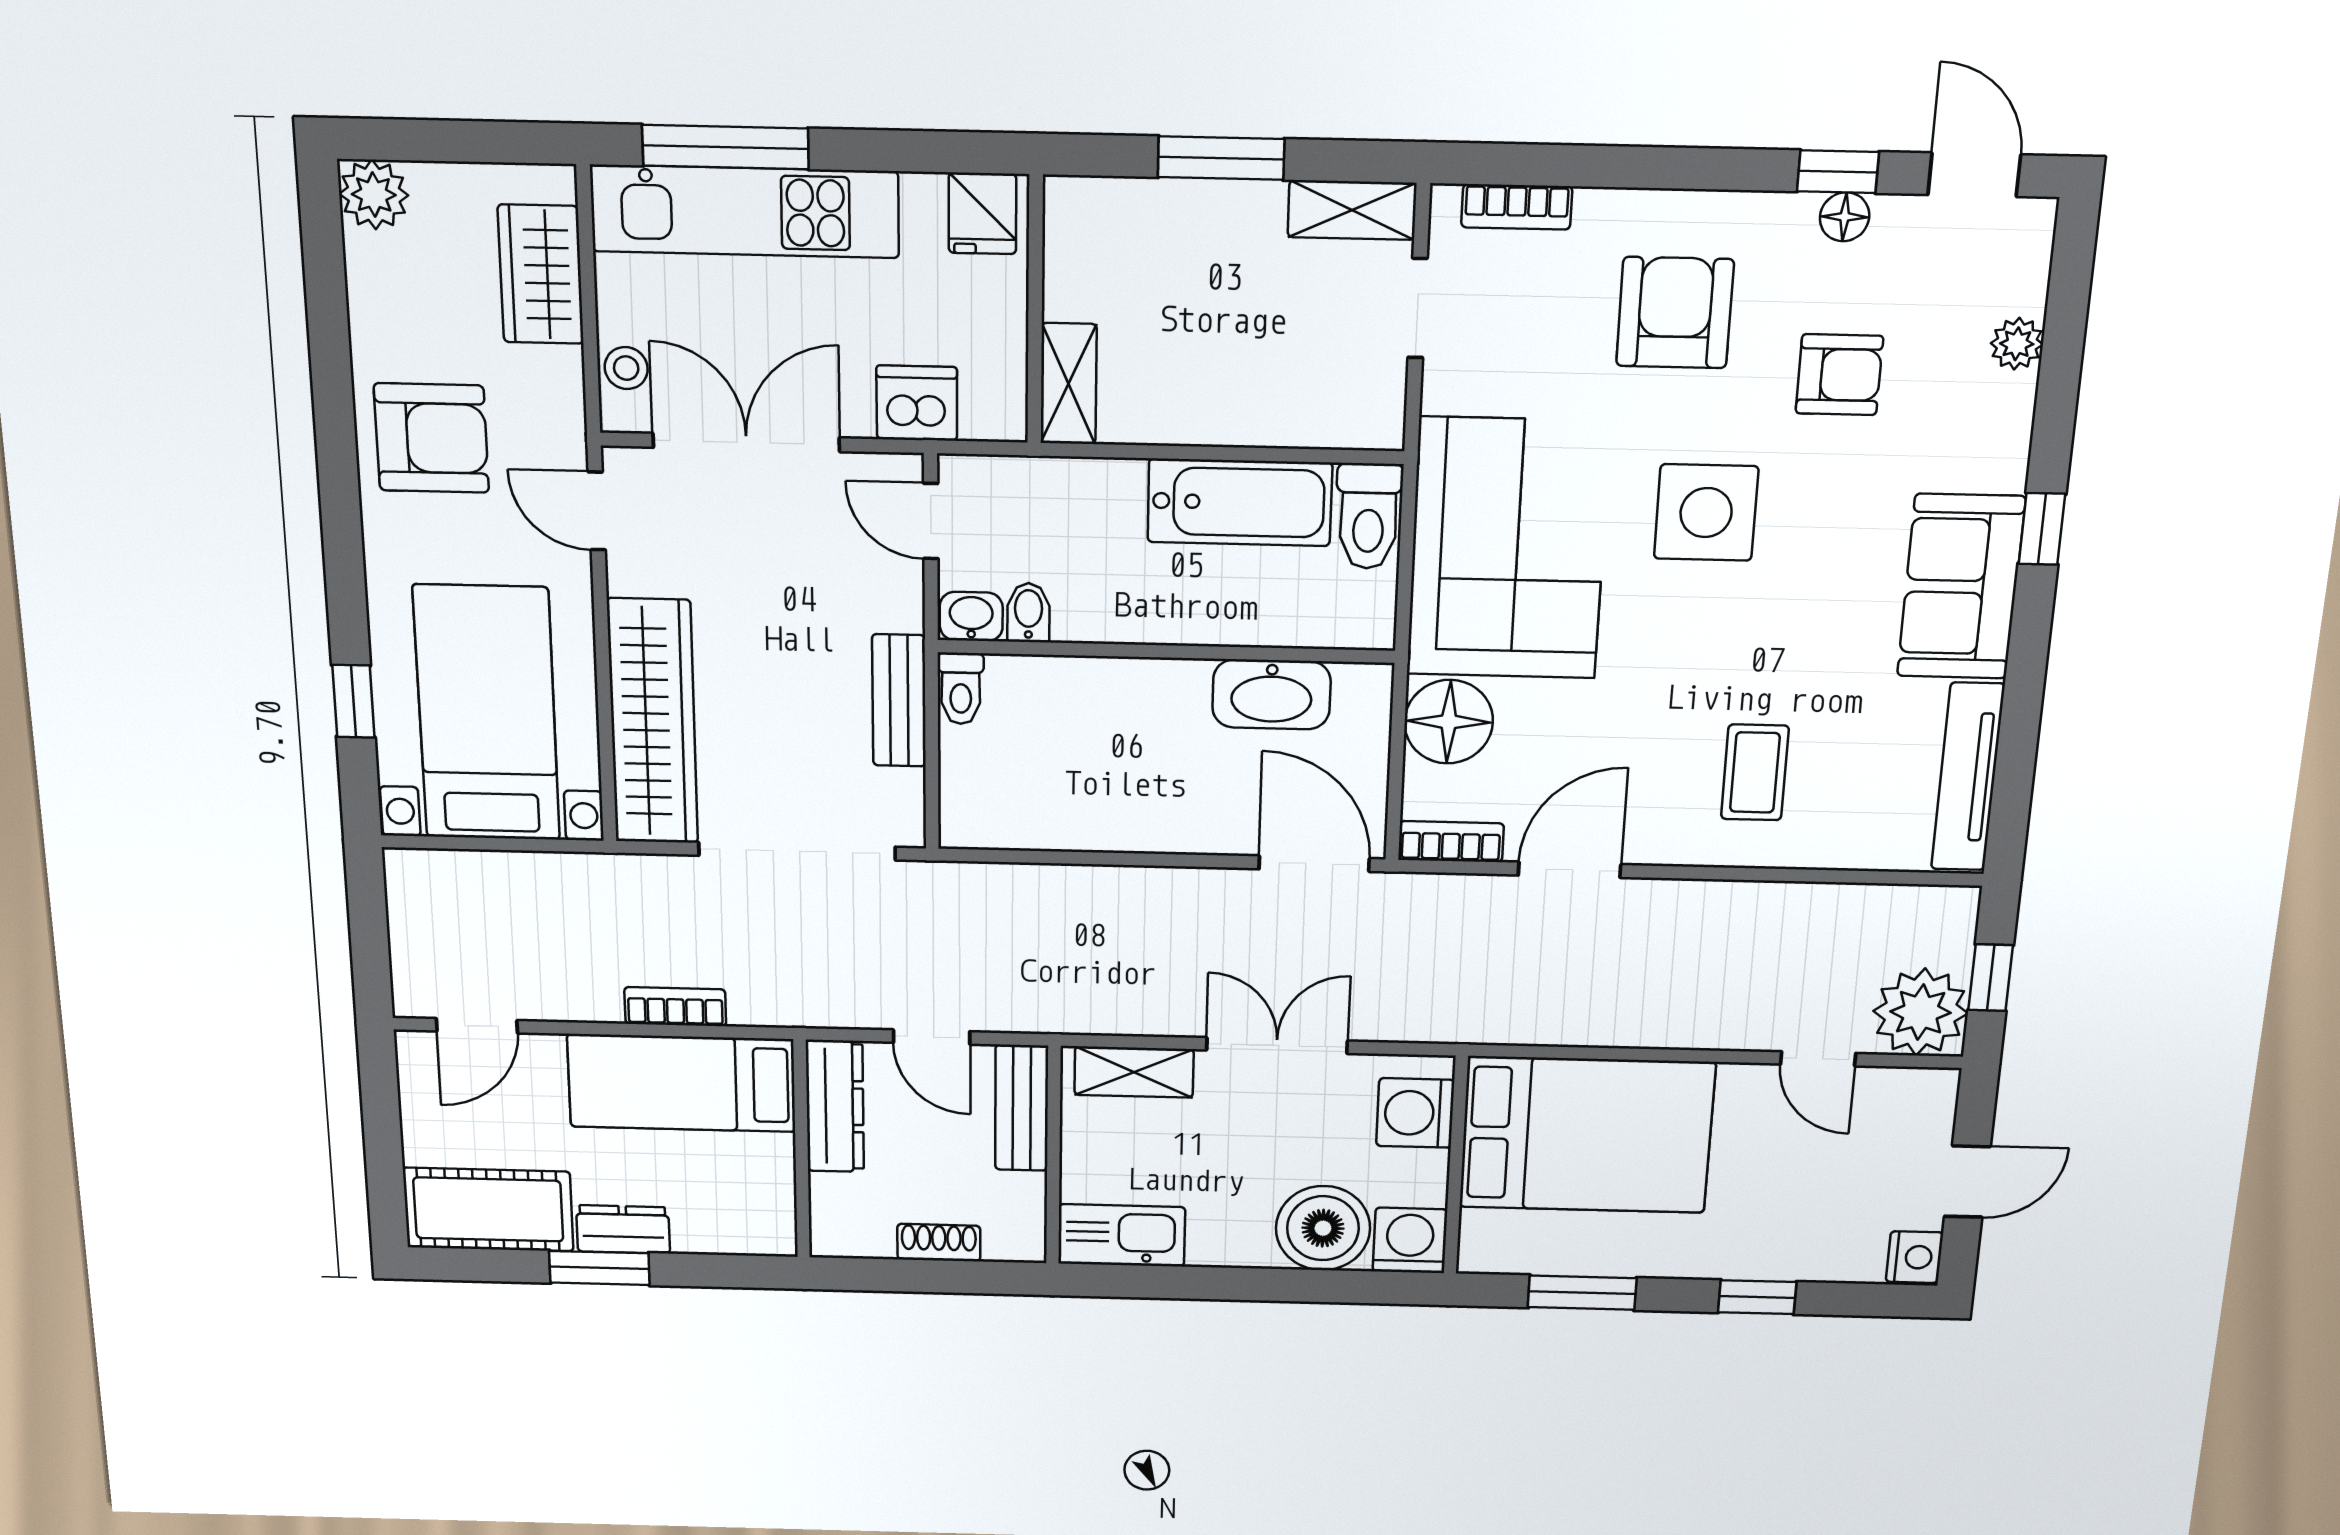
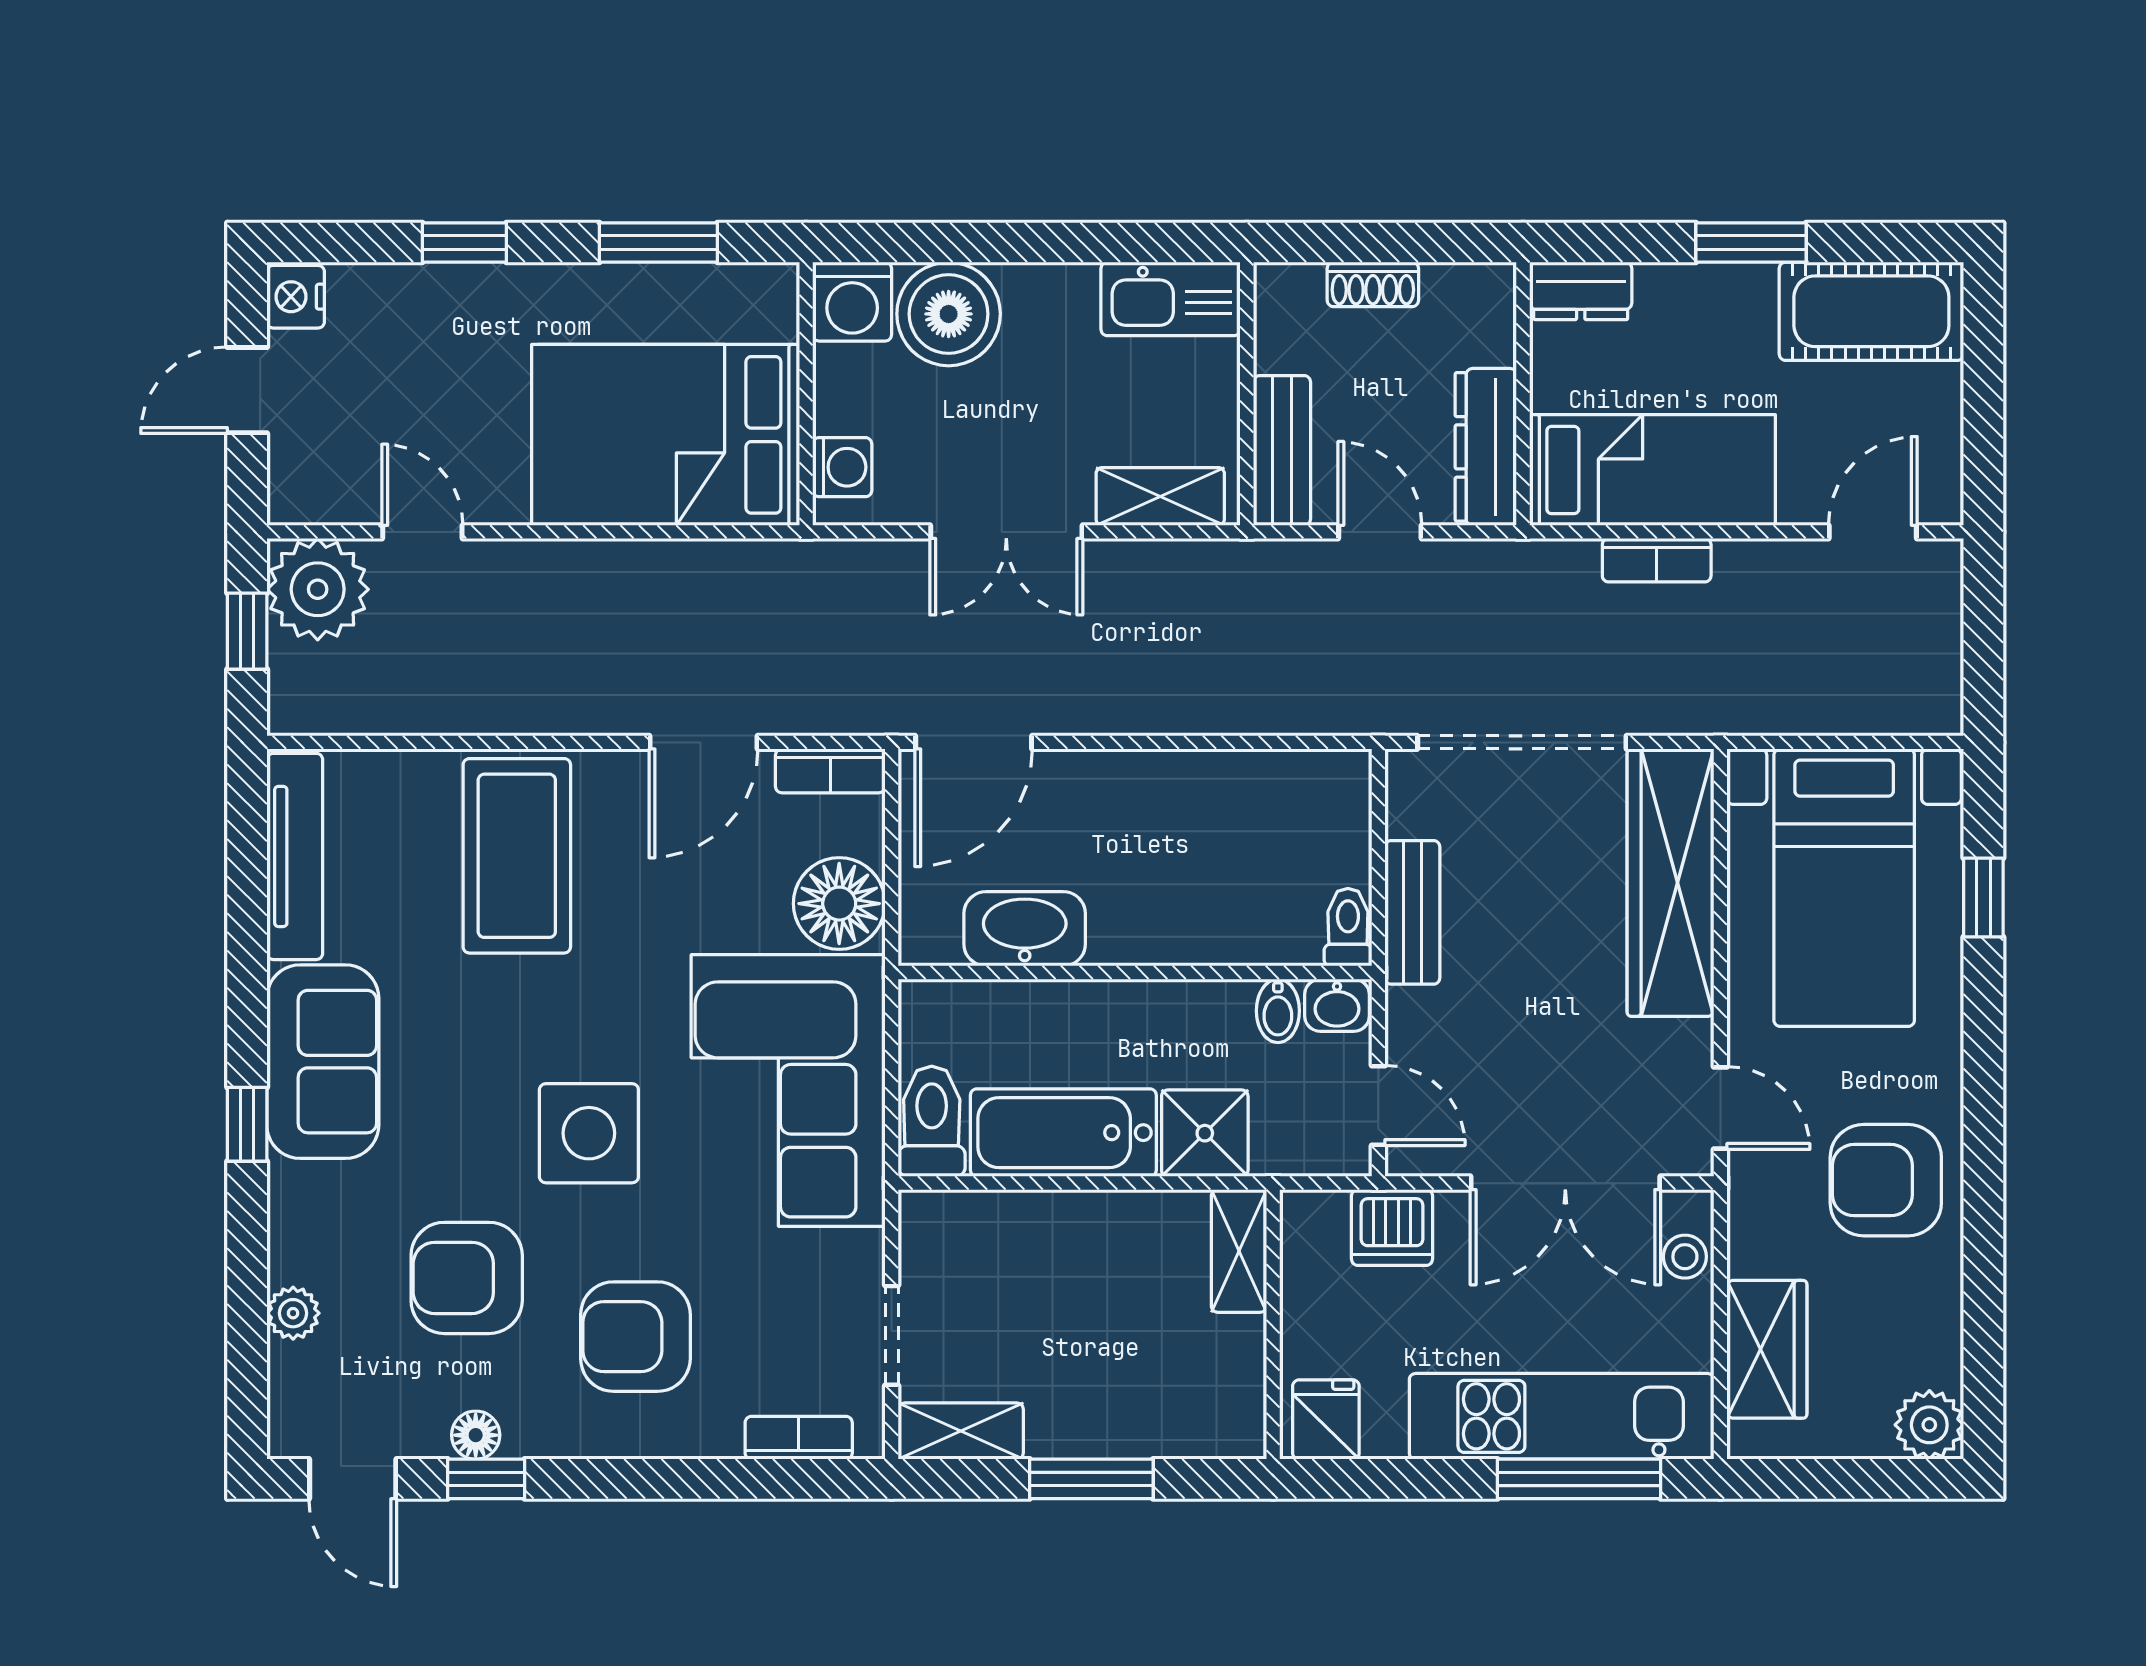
armchair: (1675, 313) -> (635, 1337), turned 90
armchair: (1839, 375) -> (467, 1278), width x1.38, depth x1.38
shower: (1101, 499) -> (1205, 1133), added
coffee table: (1755, 772) -> (517, 856), width x1.86, depth x1.72
door: (1314, 864) -> (974, 742), hinge flipped
washing machine: (1415, 1113) -> (842, 467), width x0.73, depth x0.73
dresser: (623, 1229) -> (1581, 291), moved

